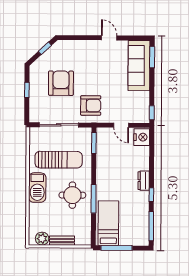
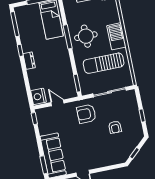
armchair: (61, 83) -> (115, 127), width x0.53, depth x0.53

